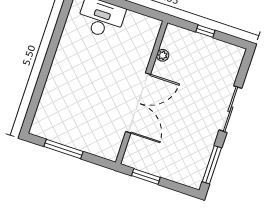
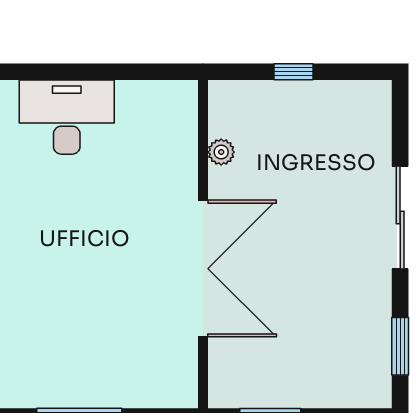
window: (212, 165) -> (400, 346), width x0.69

